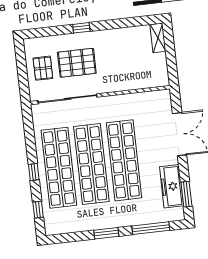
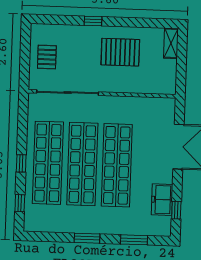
pallet: (77, 63) -> (120, 52), moved
freezer: (172, 186) -> (162, 200), width x0.71
window: (186, 194) -> (176, 210), width x0.67
window: (151, 228) -> (134, 240), width x0.69

